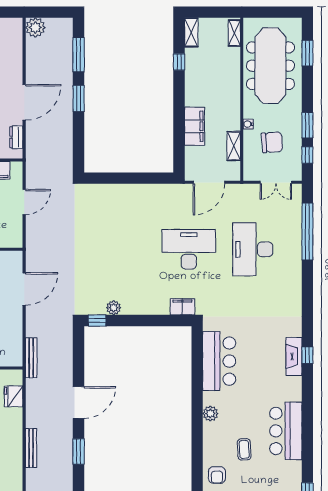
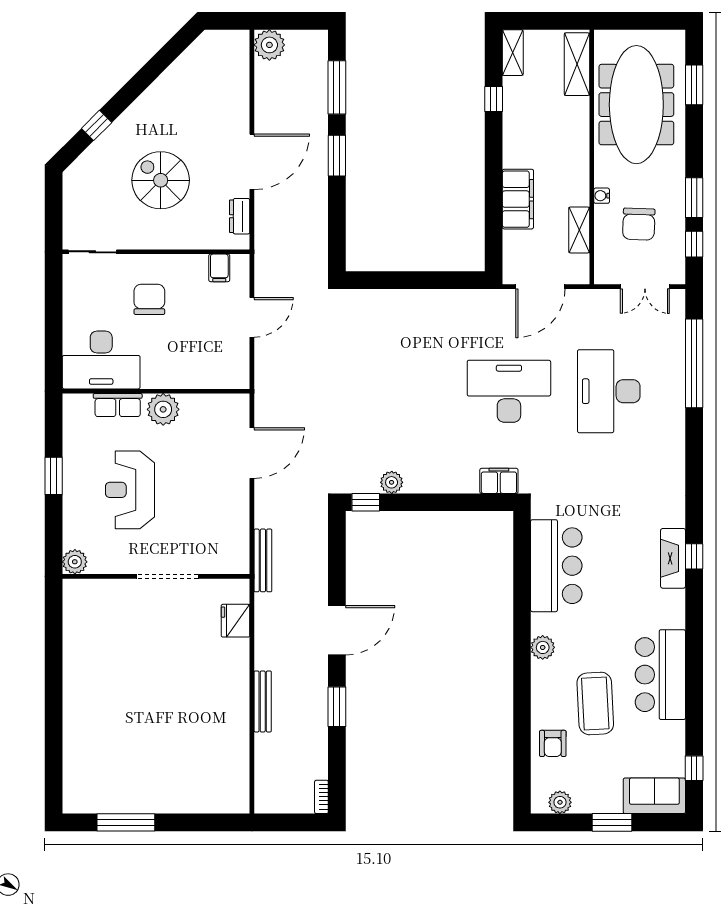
shelving: (234, 33) -> (577, 64), width x1.50, depth x1.33
chair: (272, 142) -> (639, 224), turned 96
coffee table: (244, 449) -> (595, 703), width x1.86, depth x1.72

